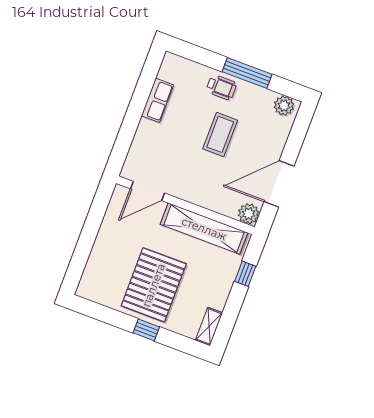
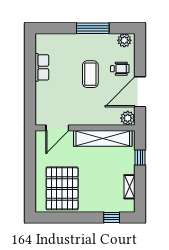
wheelchair: (221, 87) -> (120, 69), moved
pallet: (154, 285) -> (62, 188), moved
shelving: (209, 326) -> (129, 187), moved
window: (146, 330) -> (112, 217), moved

